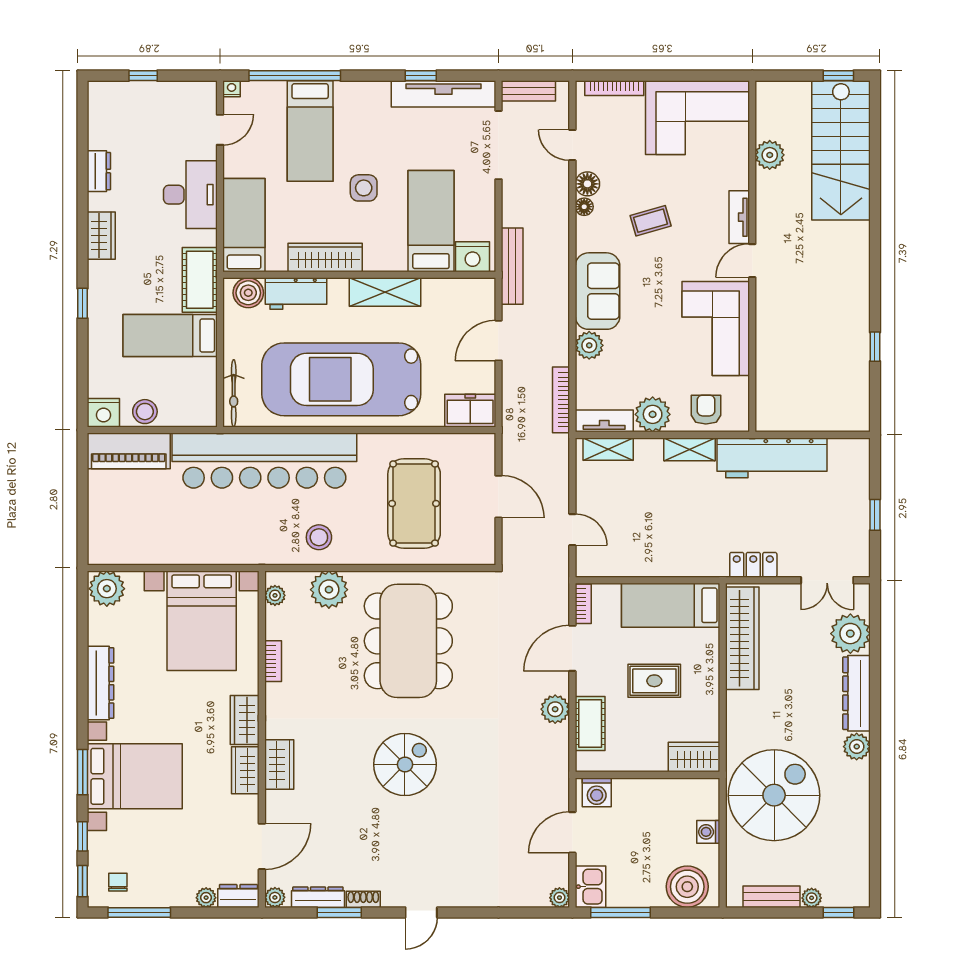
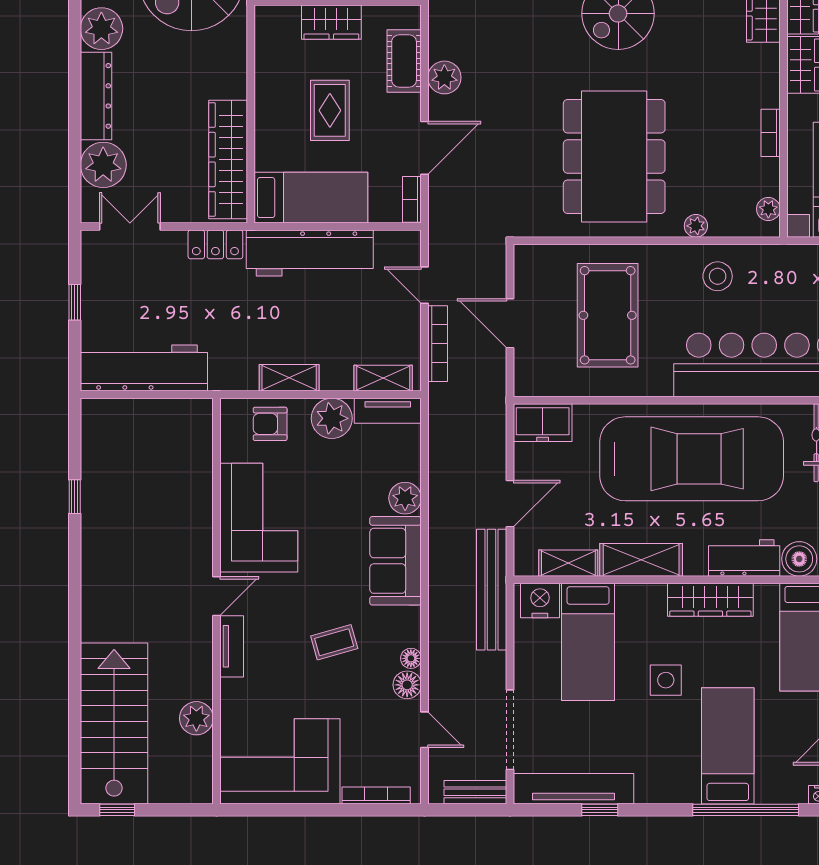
bench: (512, 266) -> (492, 590), width x1.37, depth x1.21
shelving: (448, 289) -> (568, 563), added
bookcase: (561, 400) -> (438, 344), moved
armchair: (706, 410) -> (270, 424), turned 90
workbench: (772, 458) -> (144, 368), moved
workbench: (672, 557) -> (310, 253), added
plant: (329, 590) -> (696, 226), width x0.53, depth x0.53
rug: (654, 681) -> (330, 110), turned 90
plant: (857, 747) -> (101, 29), width x1.36, depth x1.36
wardrobe: (694, 757) -> (331, 22), moved

